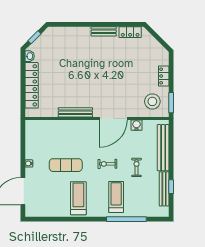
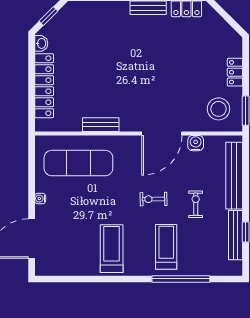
bench: (75, 112) -> (101, 125), width x0.73
exercise mat: (66, 165) -> (78, 163), moved, width x1.36, depth x1.45

